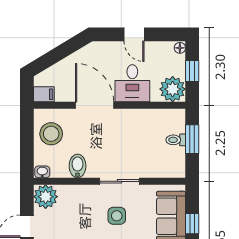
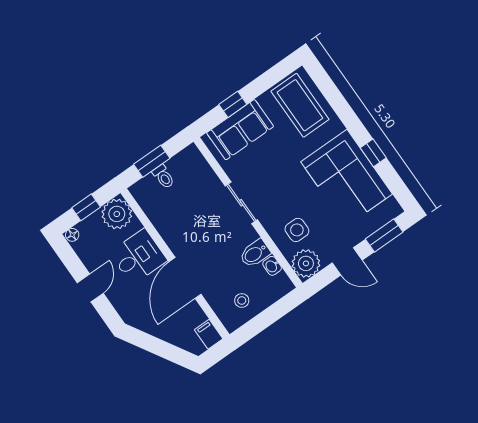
stool: (51, 134) -> (242, 301), width x0.53, depth x0.53
washbasin: (42, 172) -> (272, 266), moved
side table: (117, 216) -> (297, 230), moved

